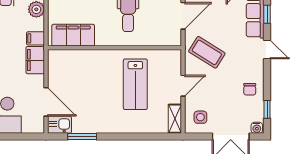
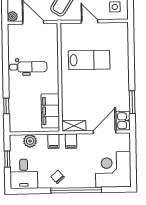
filing cabinet: (35, 60) -> (71, 141), width x0.50
shelving: (175, 119) -> (74, 126), moved

